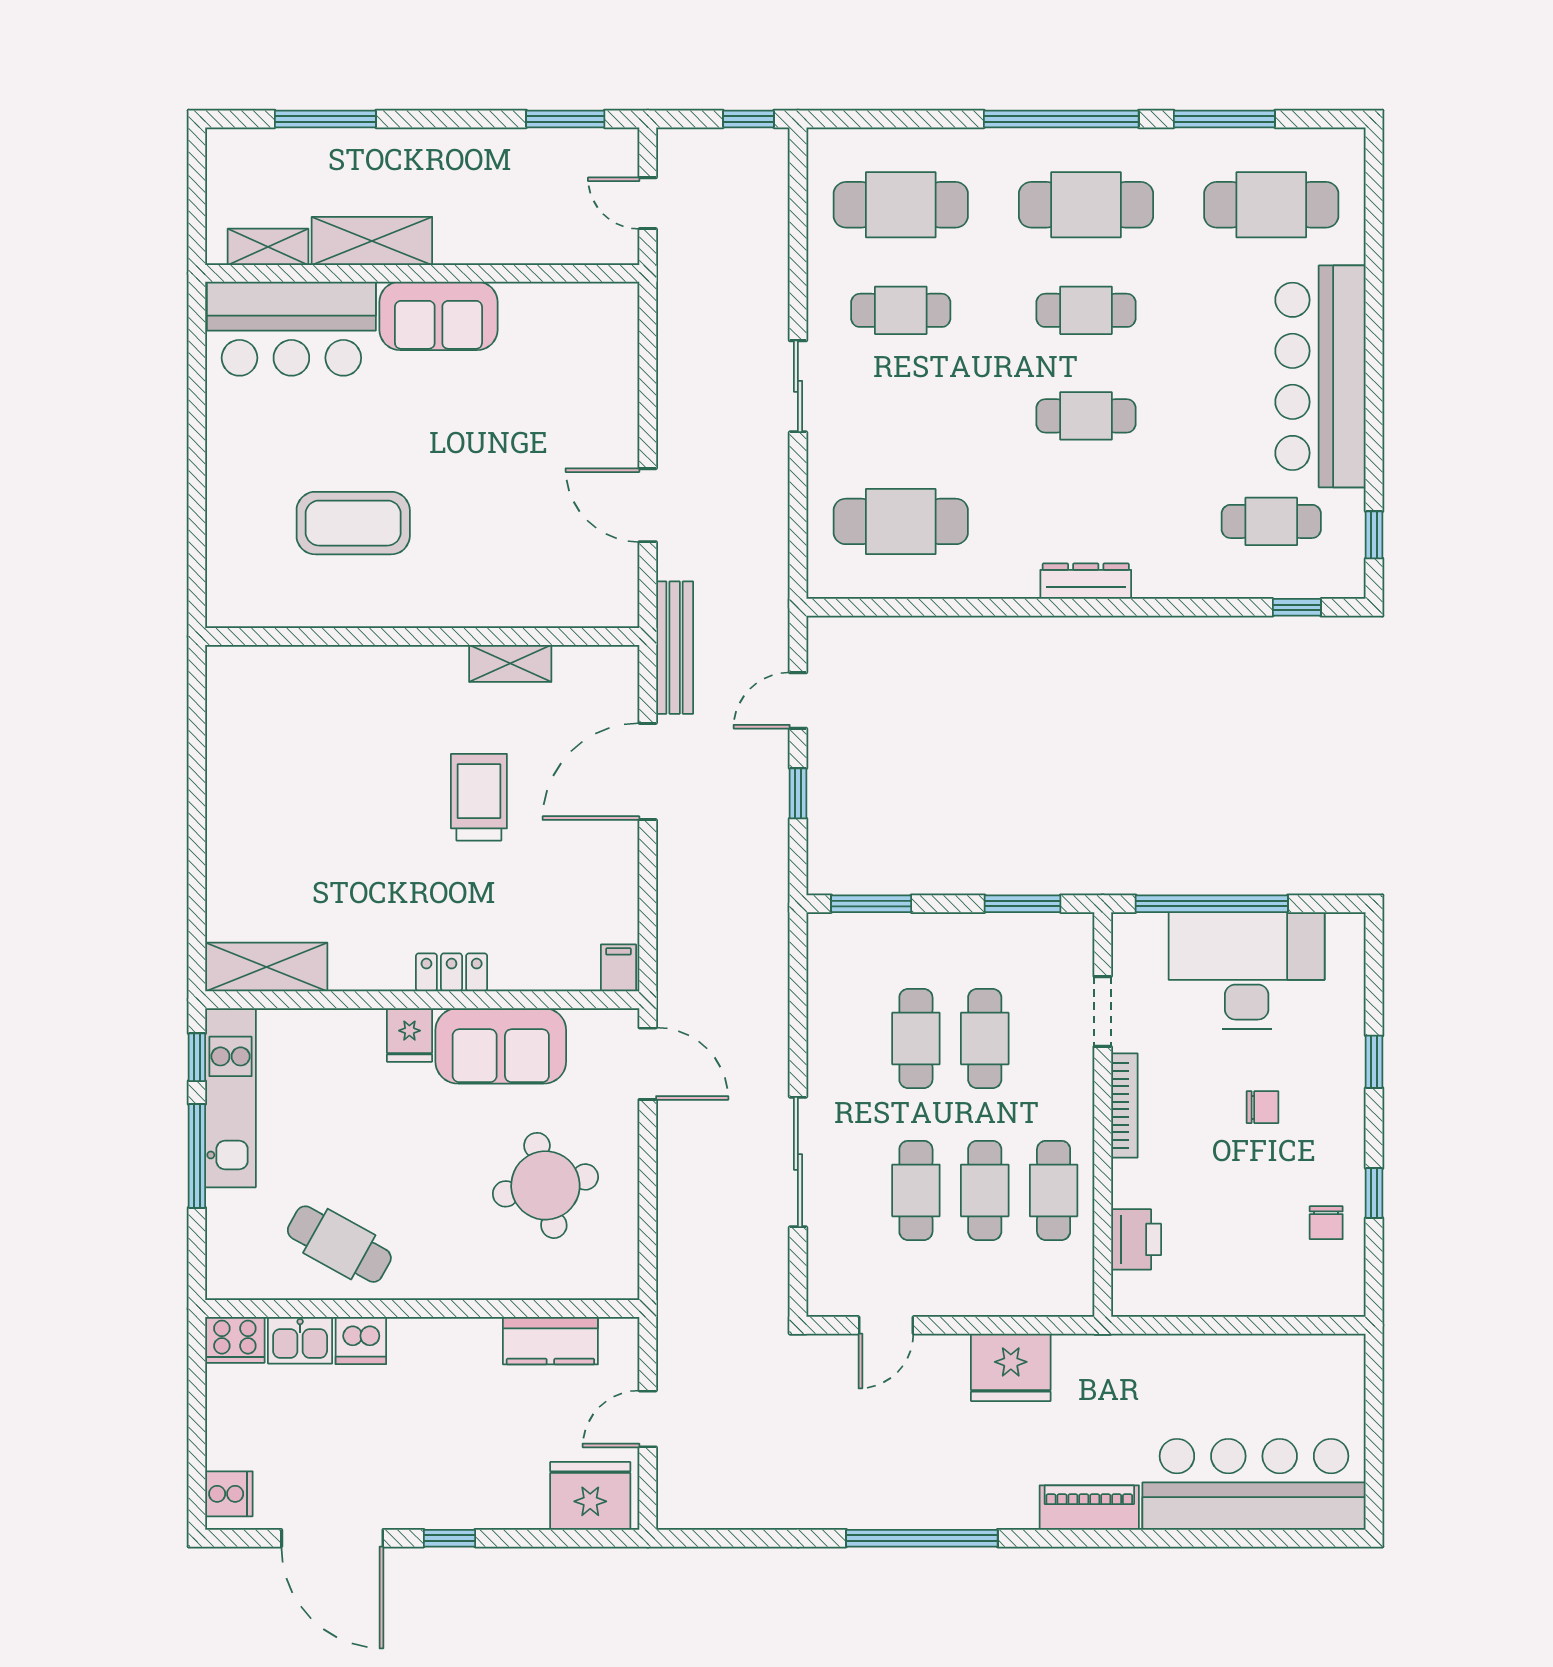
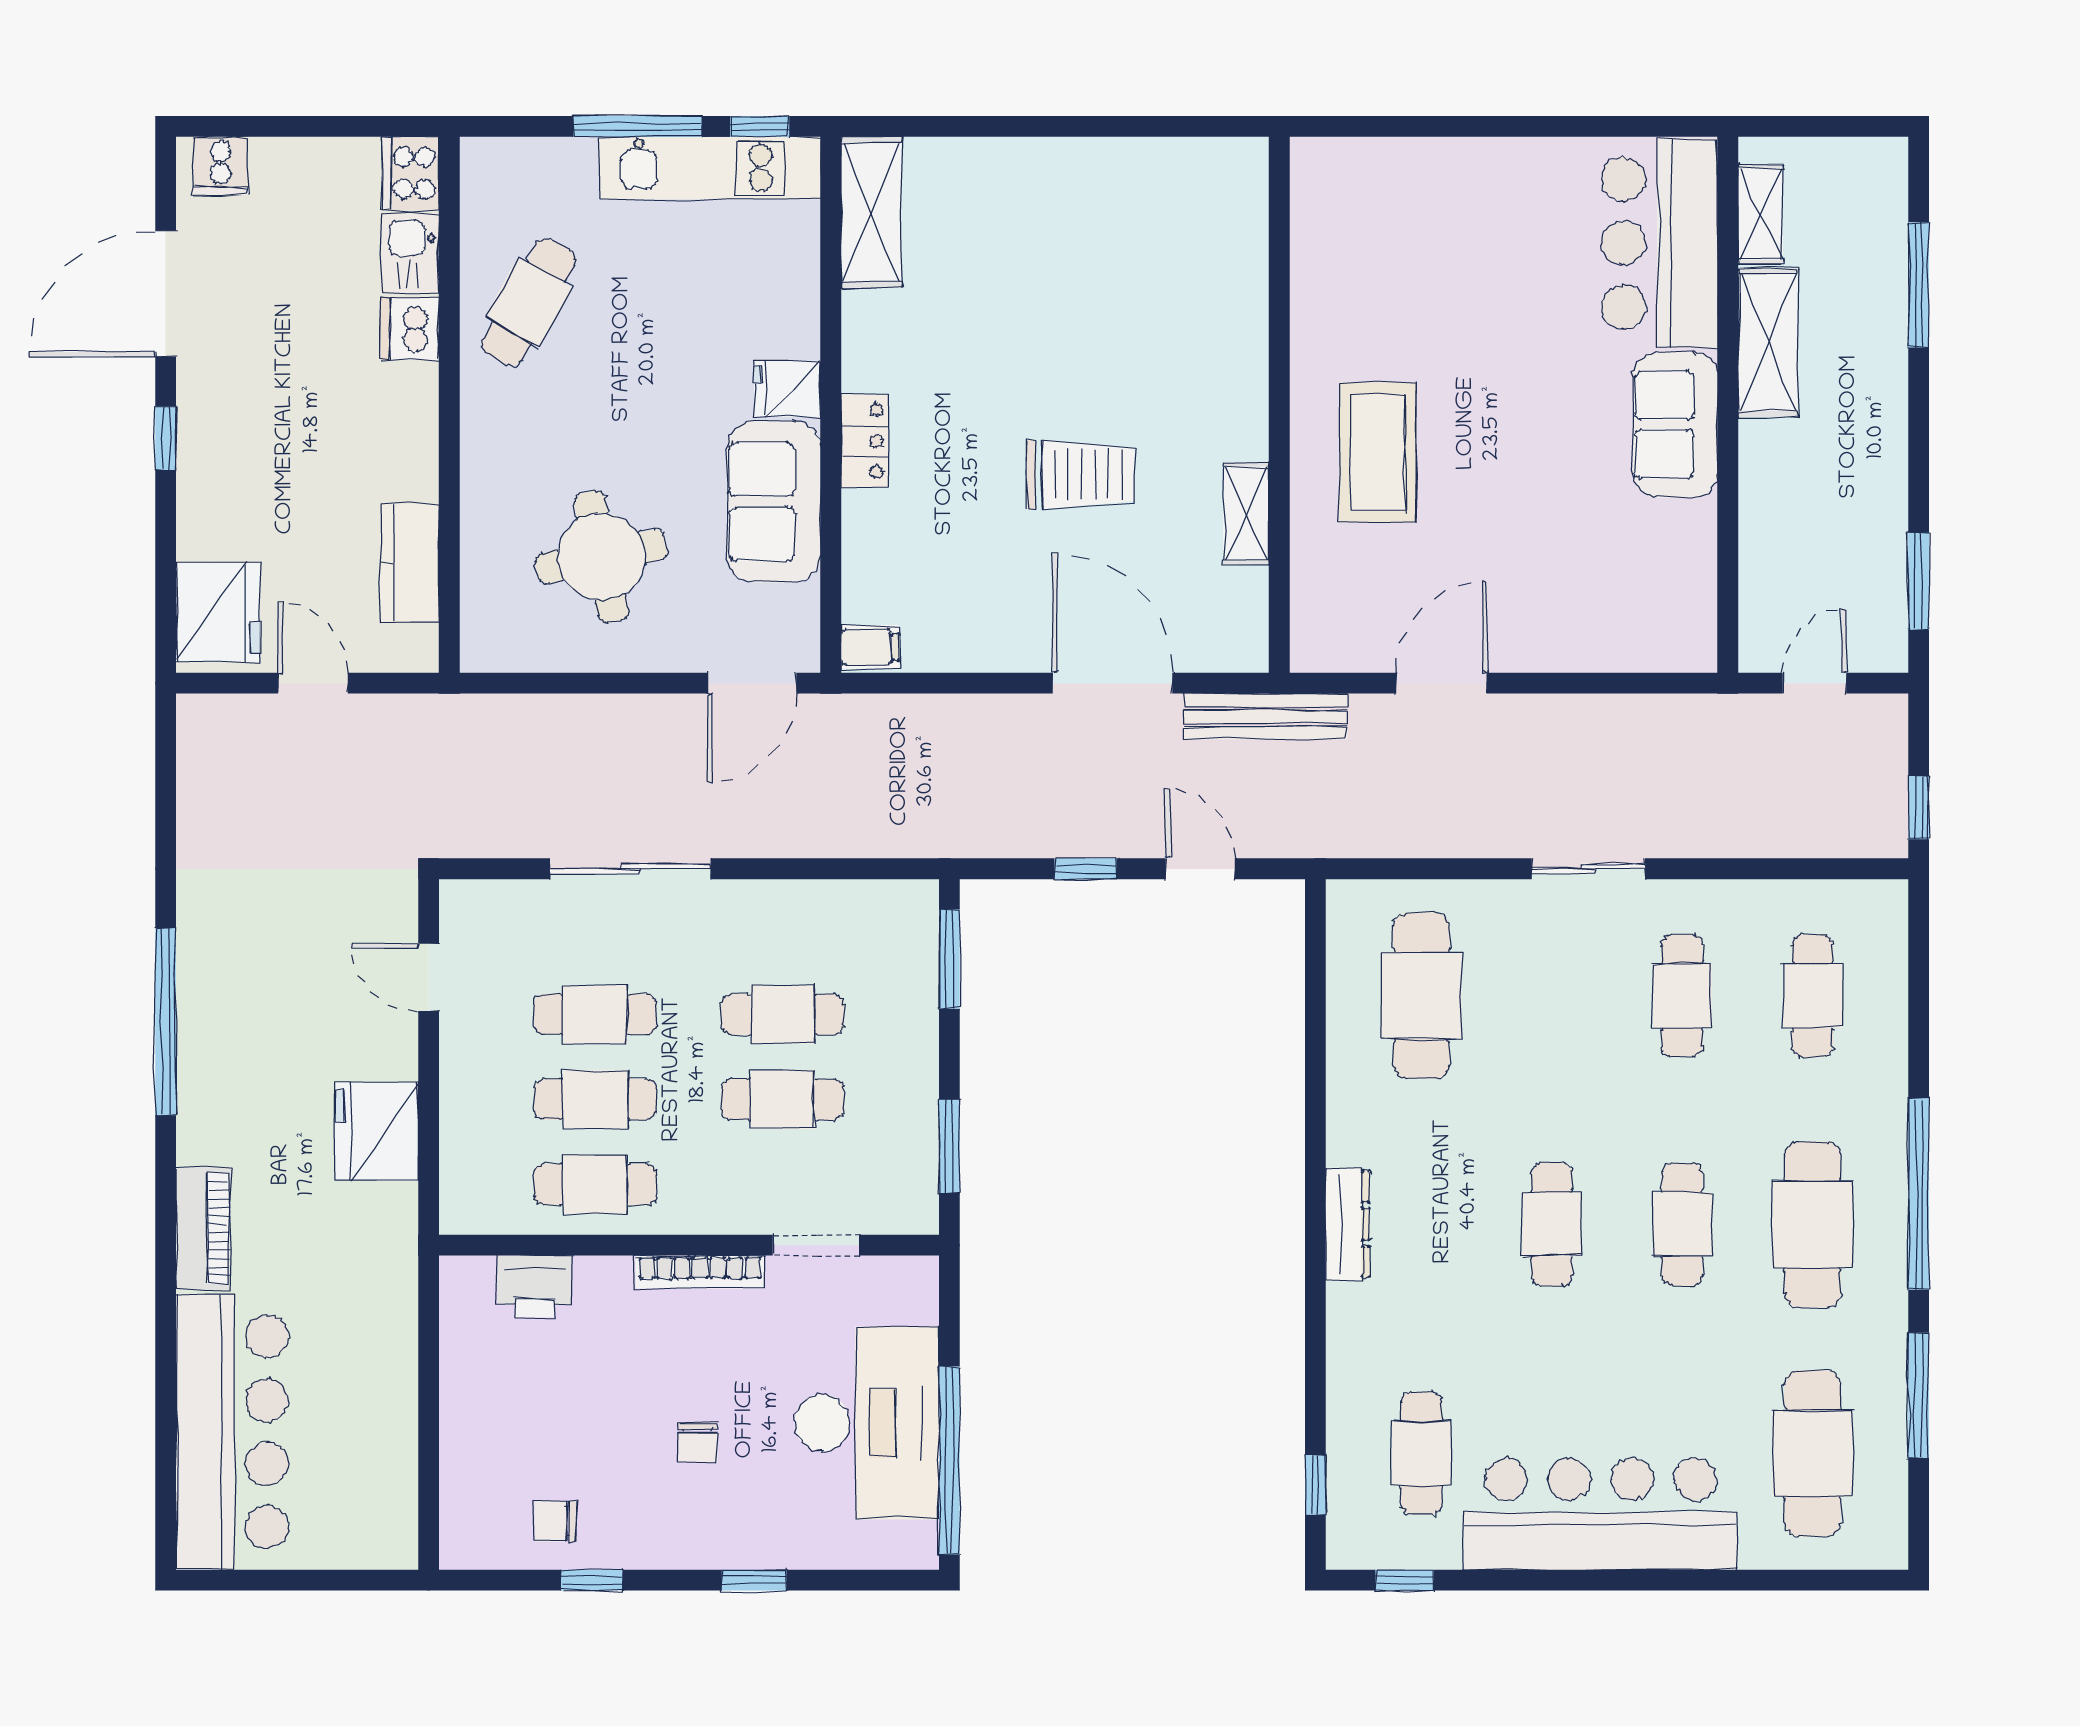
cafe table: (901, 205) -> (1813, 996), width x0.73, depth x0.74
coffee table: (353, 523) -> (1378, 452), moved
window: (1212, 904) -> (949, 1460), moved

